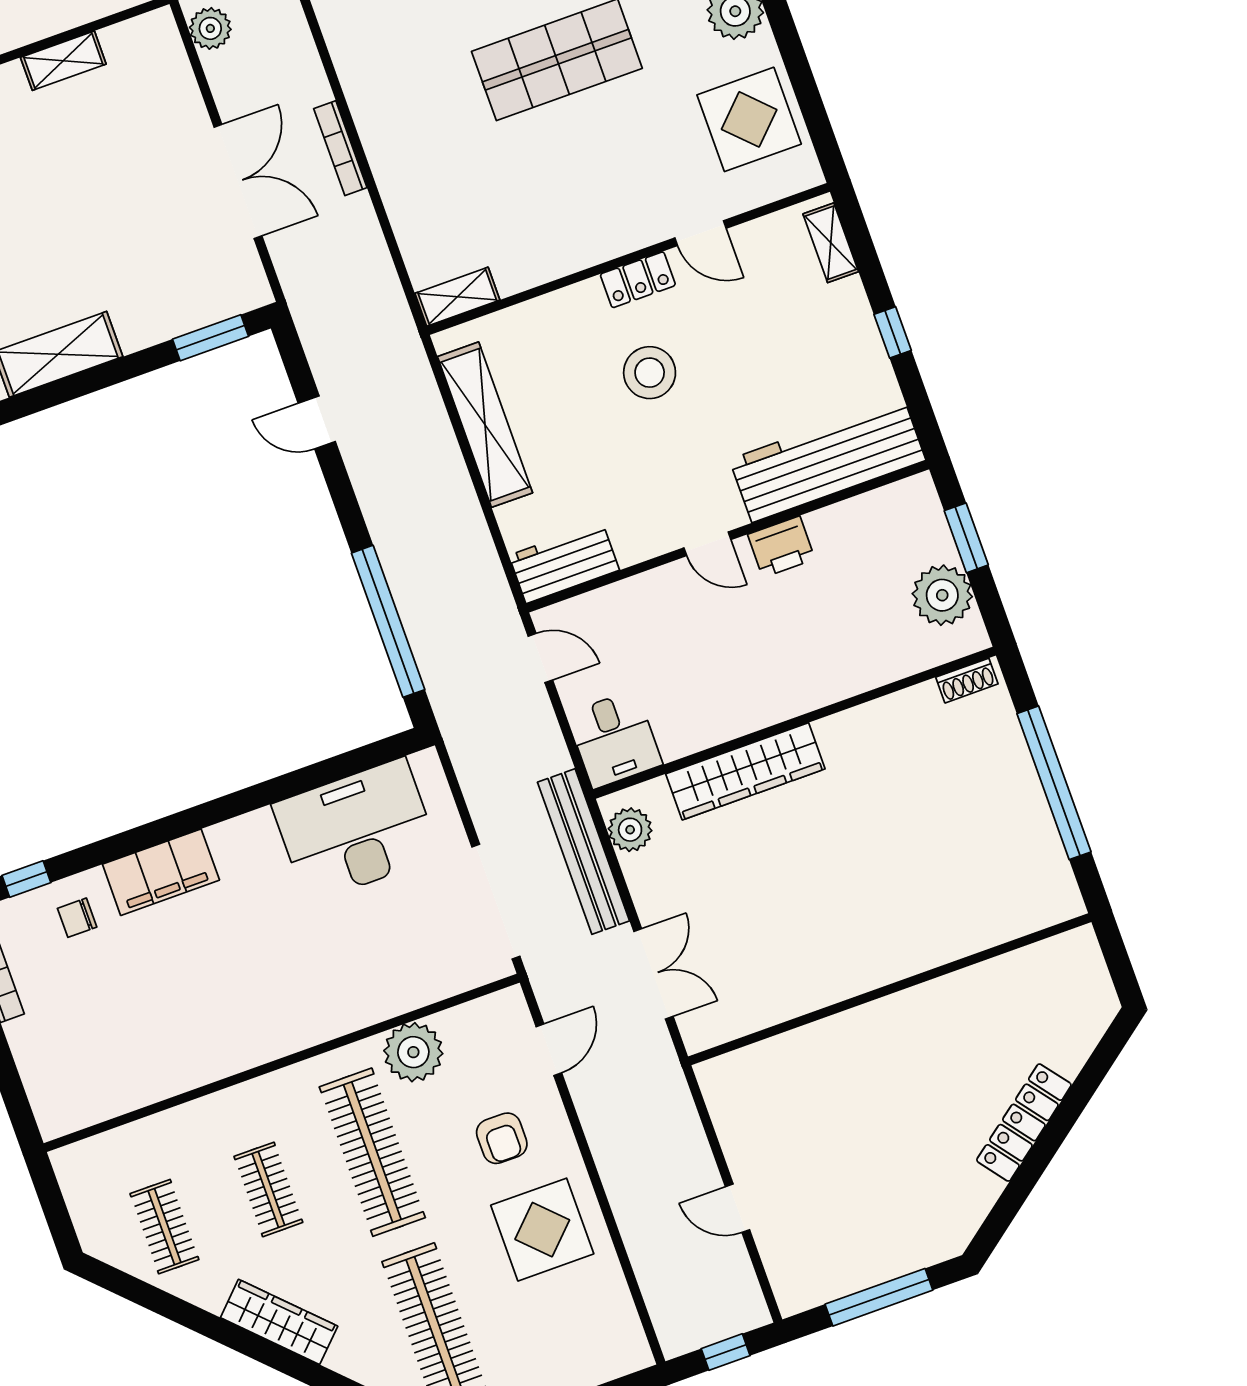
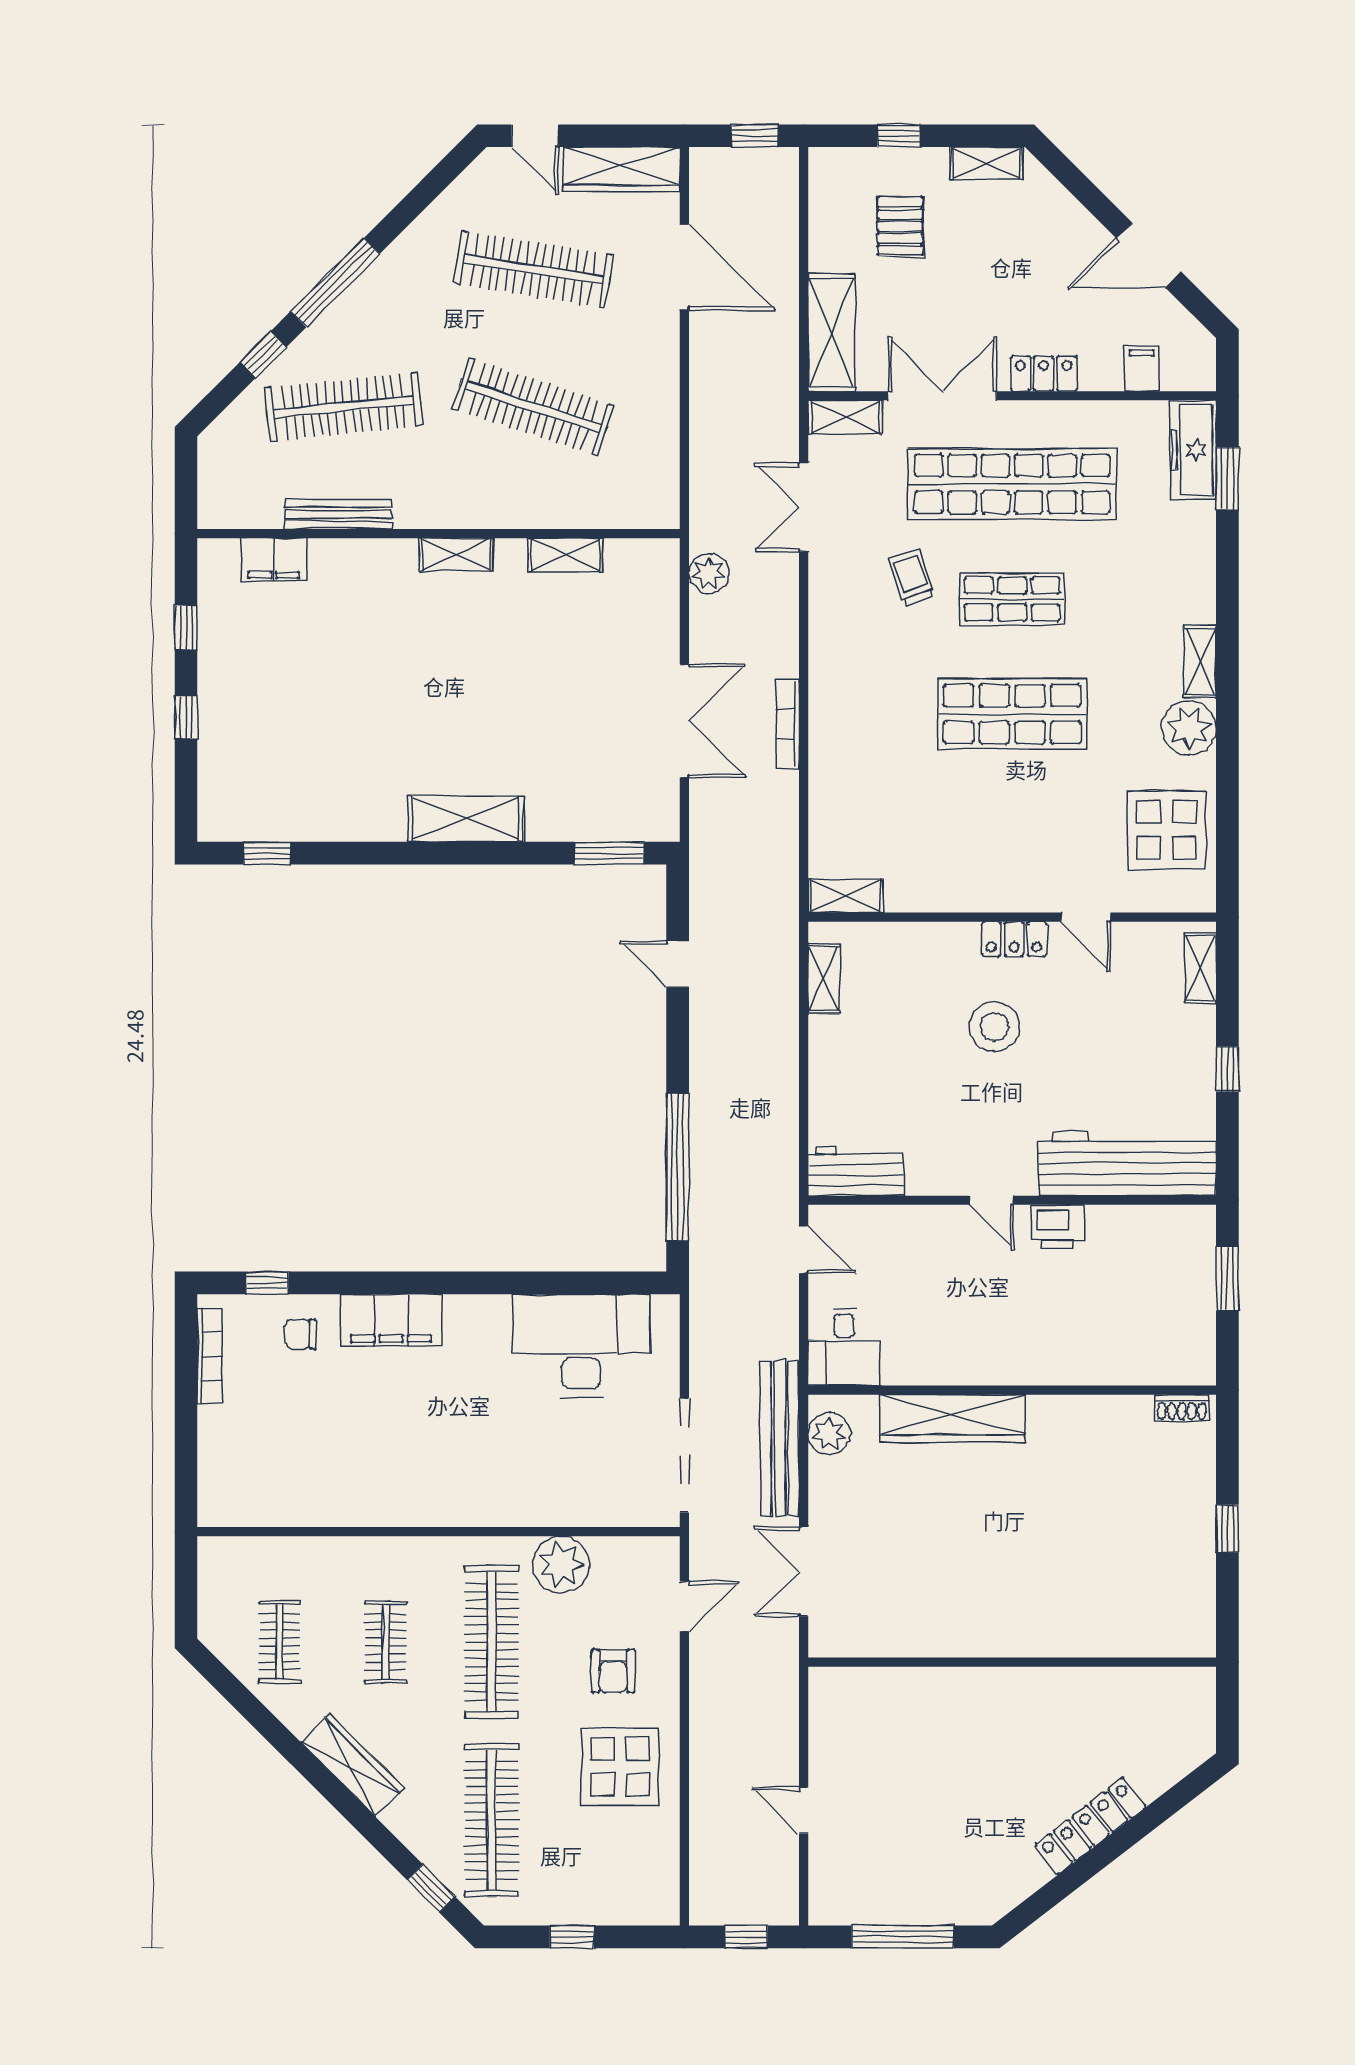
shelving: (485, 425) -> (824, 979), width x0.45, depth x0.75
plant: (942, 595) -> (1187, 1323), removed
window: (1054, 783) -> (1227, 1528), width x0.32
double door: (654, 974) -> (804, 1572), swing flipped

